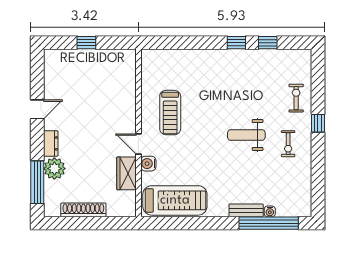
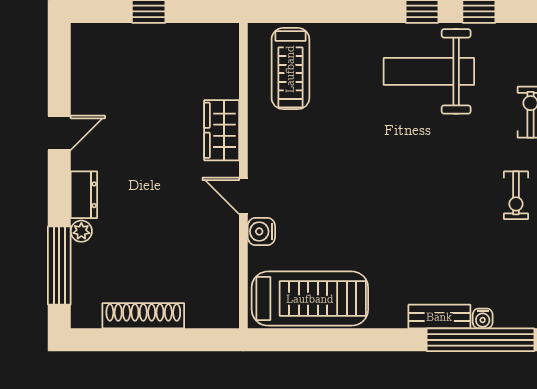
treadmill: (170, 113) -> (290, 69), moved
weight bench: (246, 135) -> (429, 71), moved, width x1.36, depth x1.33
plant: (54, 169) -> (81, 231), width x0.53, depth x0.53
wardrobe: (126, 173) -> (222, 130), moved

